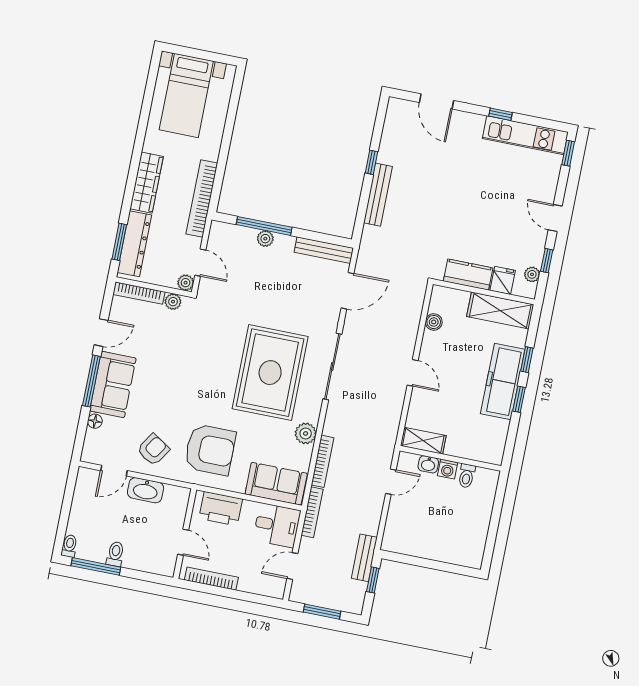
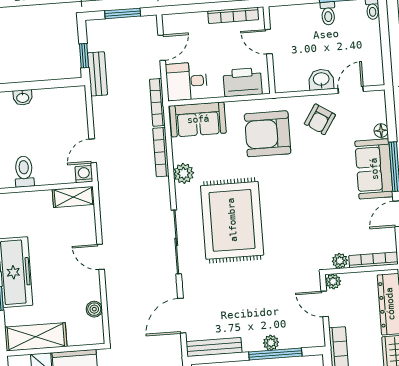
washbasin: (428, 464) -> (23, 97), moved, turned 180
washing machine: (448, 469) -> (84, 174), moved
toilet: (467, 476) -> (24, 172), width x1.37, depth x1.39
washbasin: (146, 490) -> (321, 80), width x0.72

